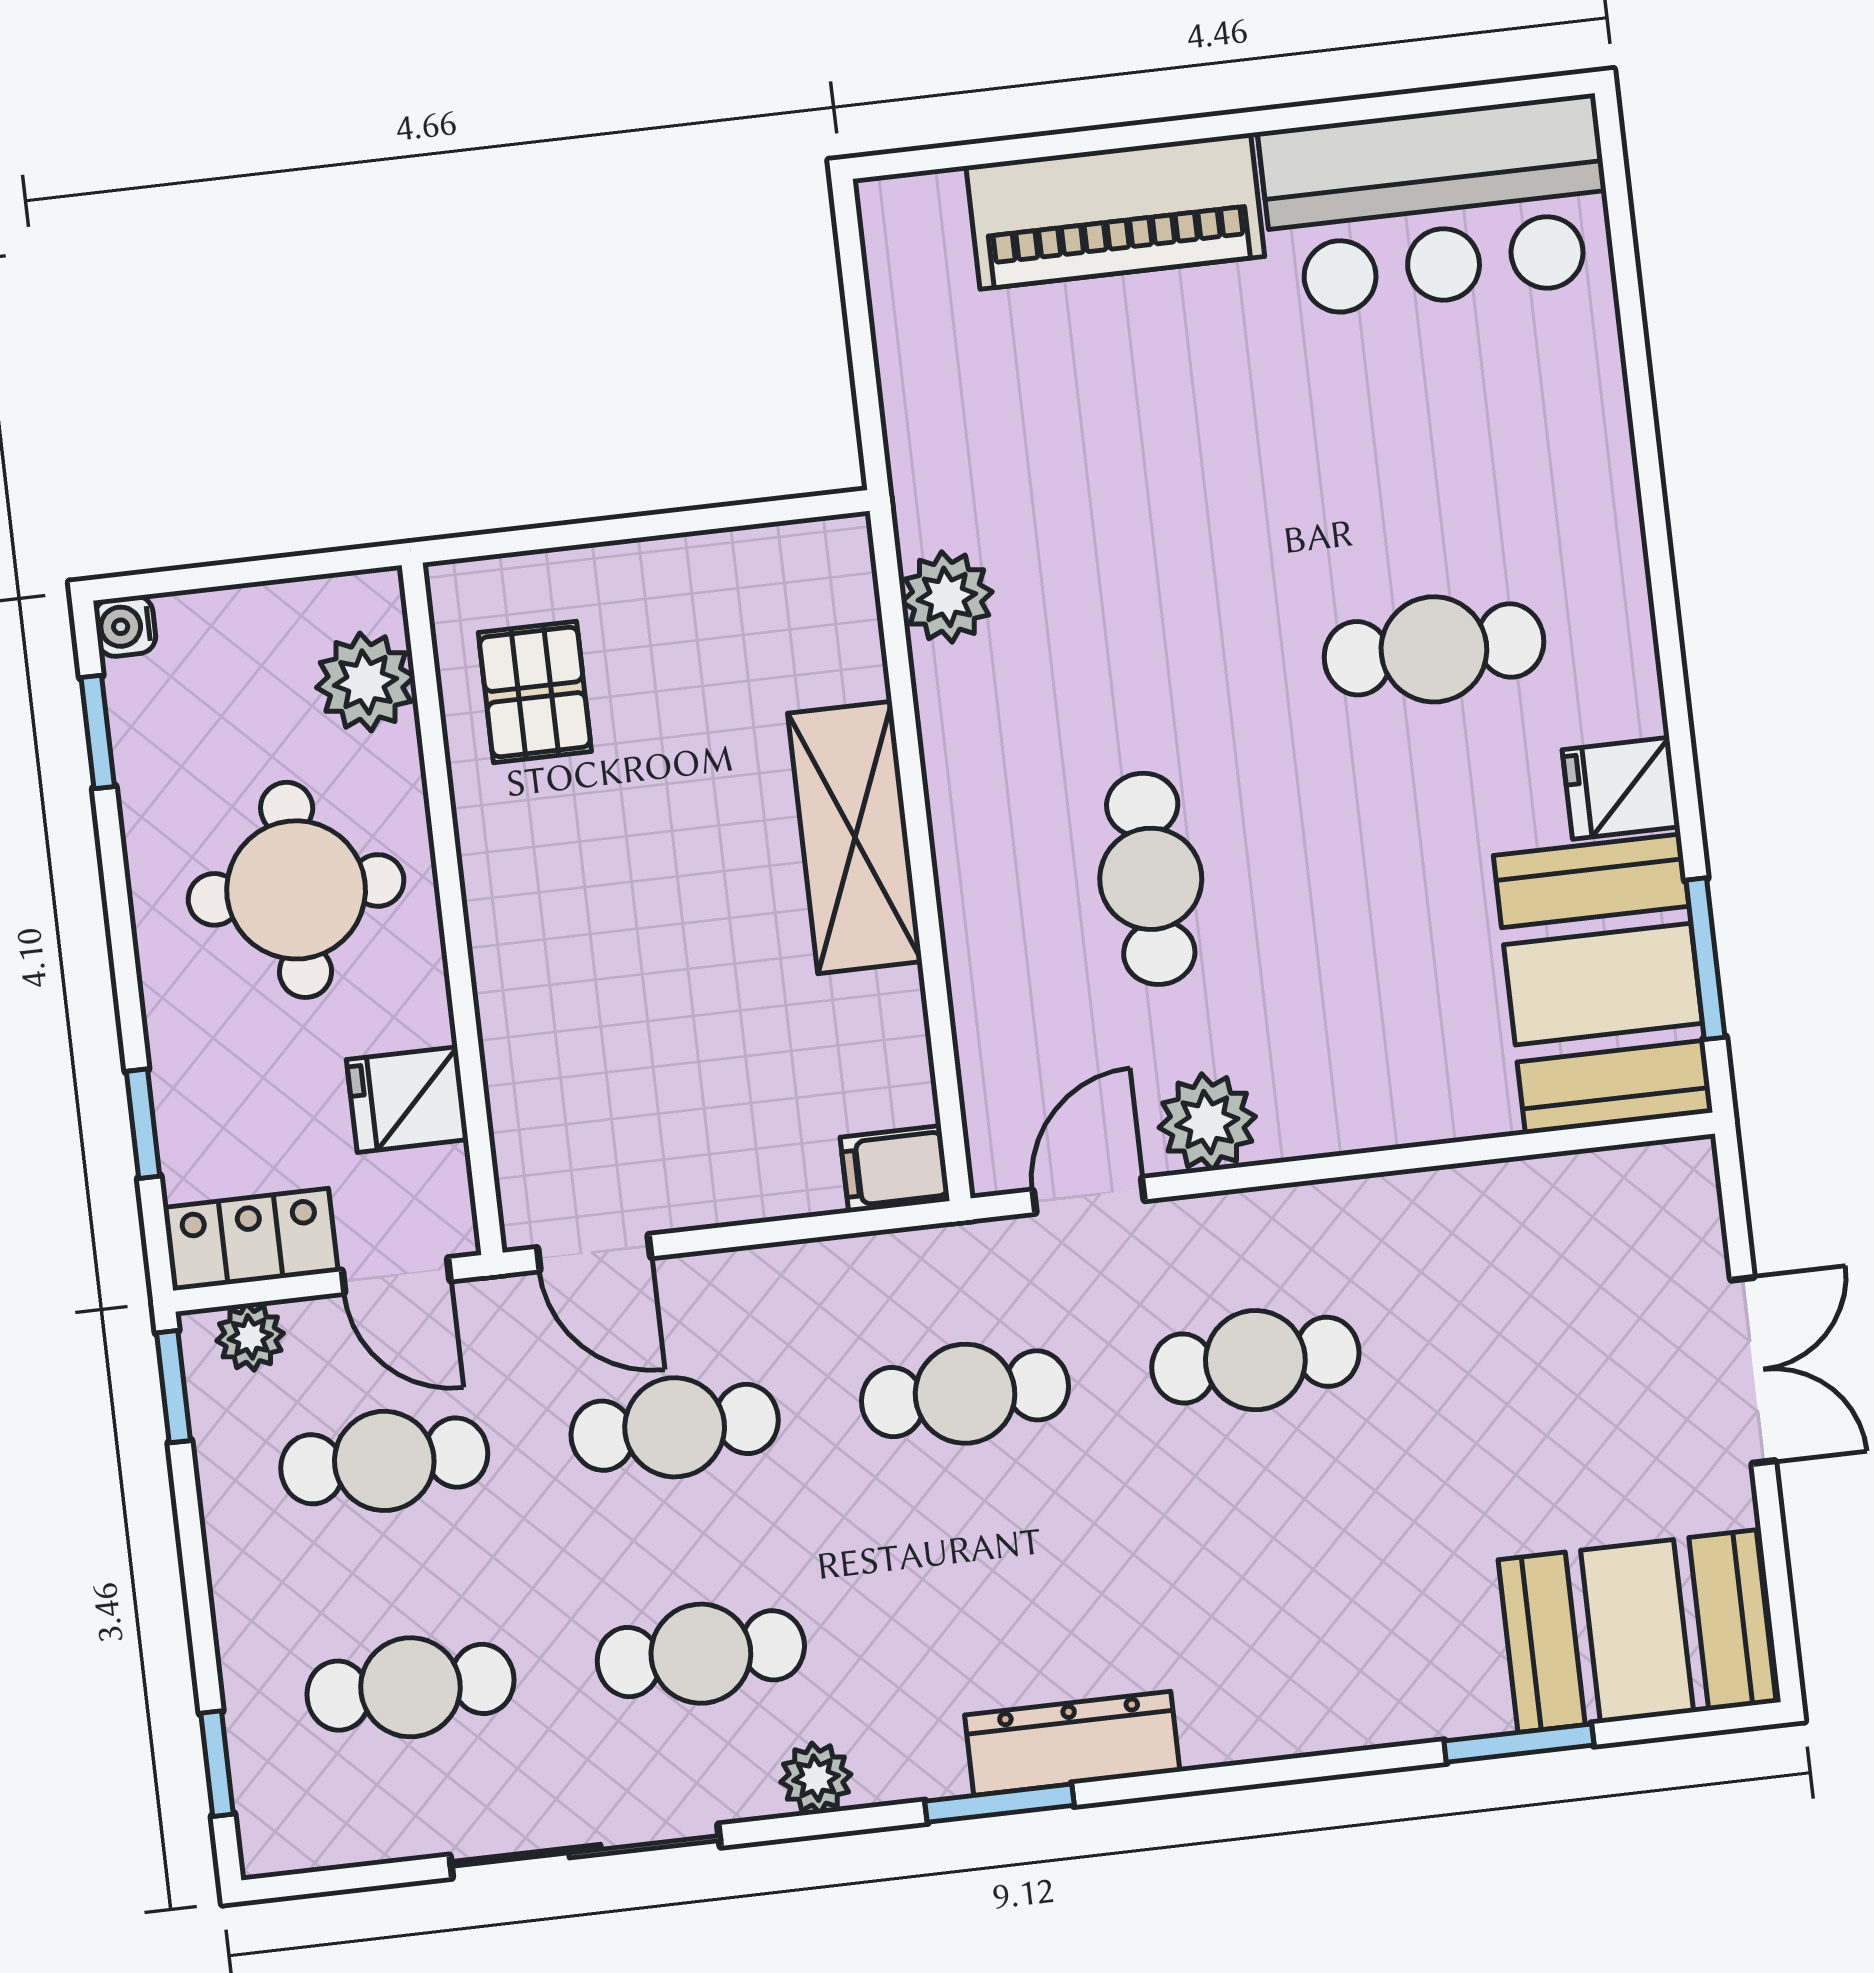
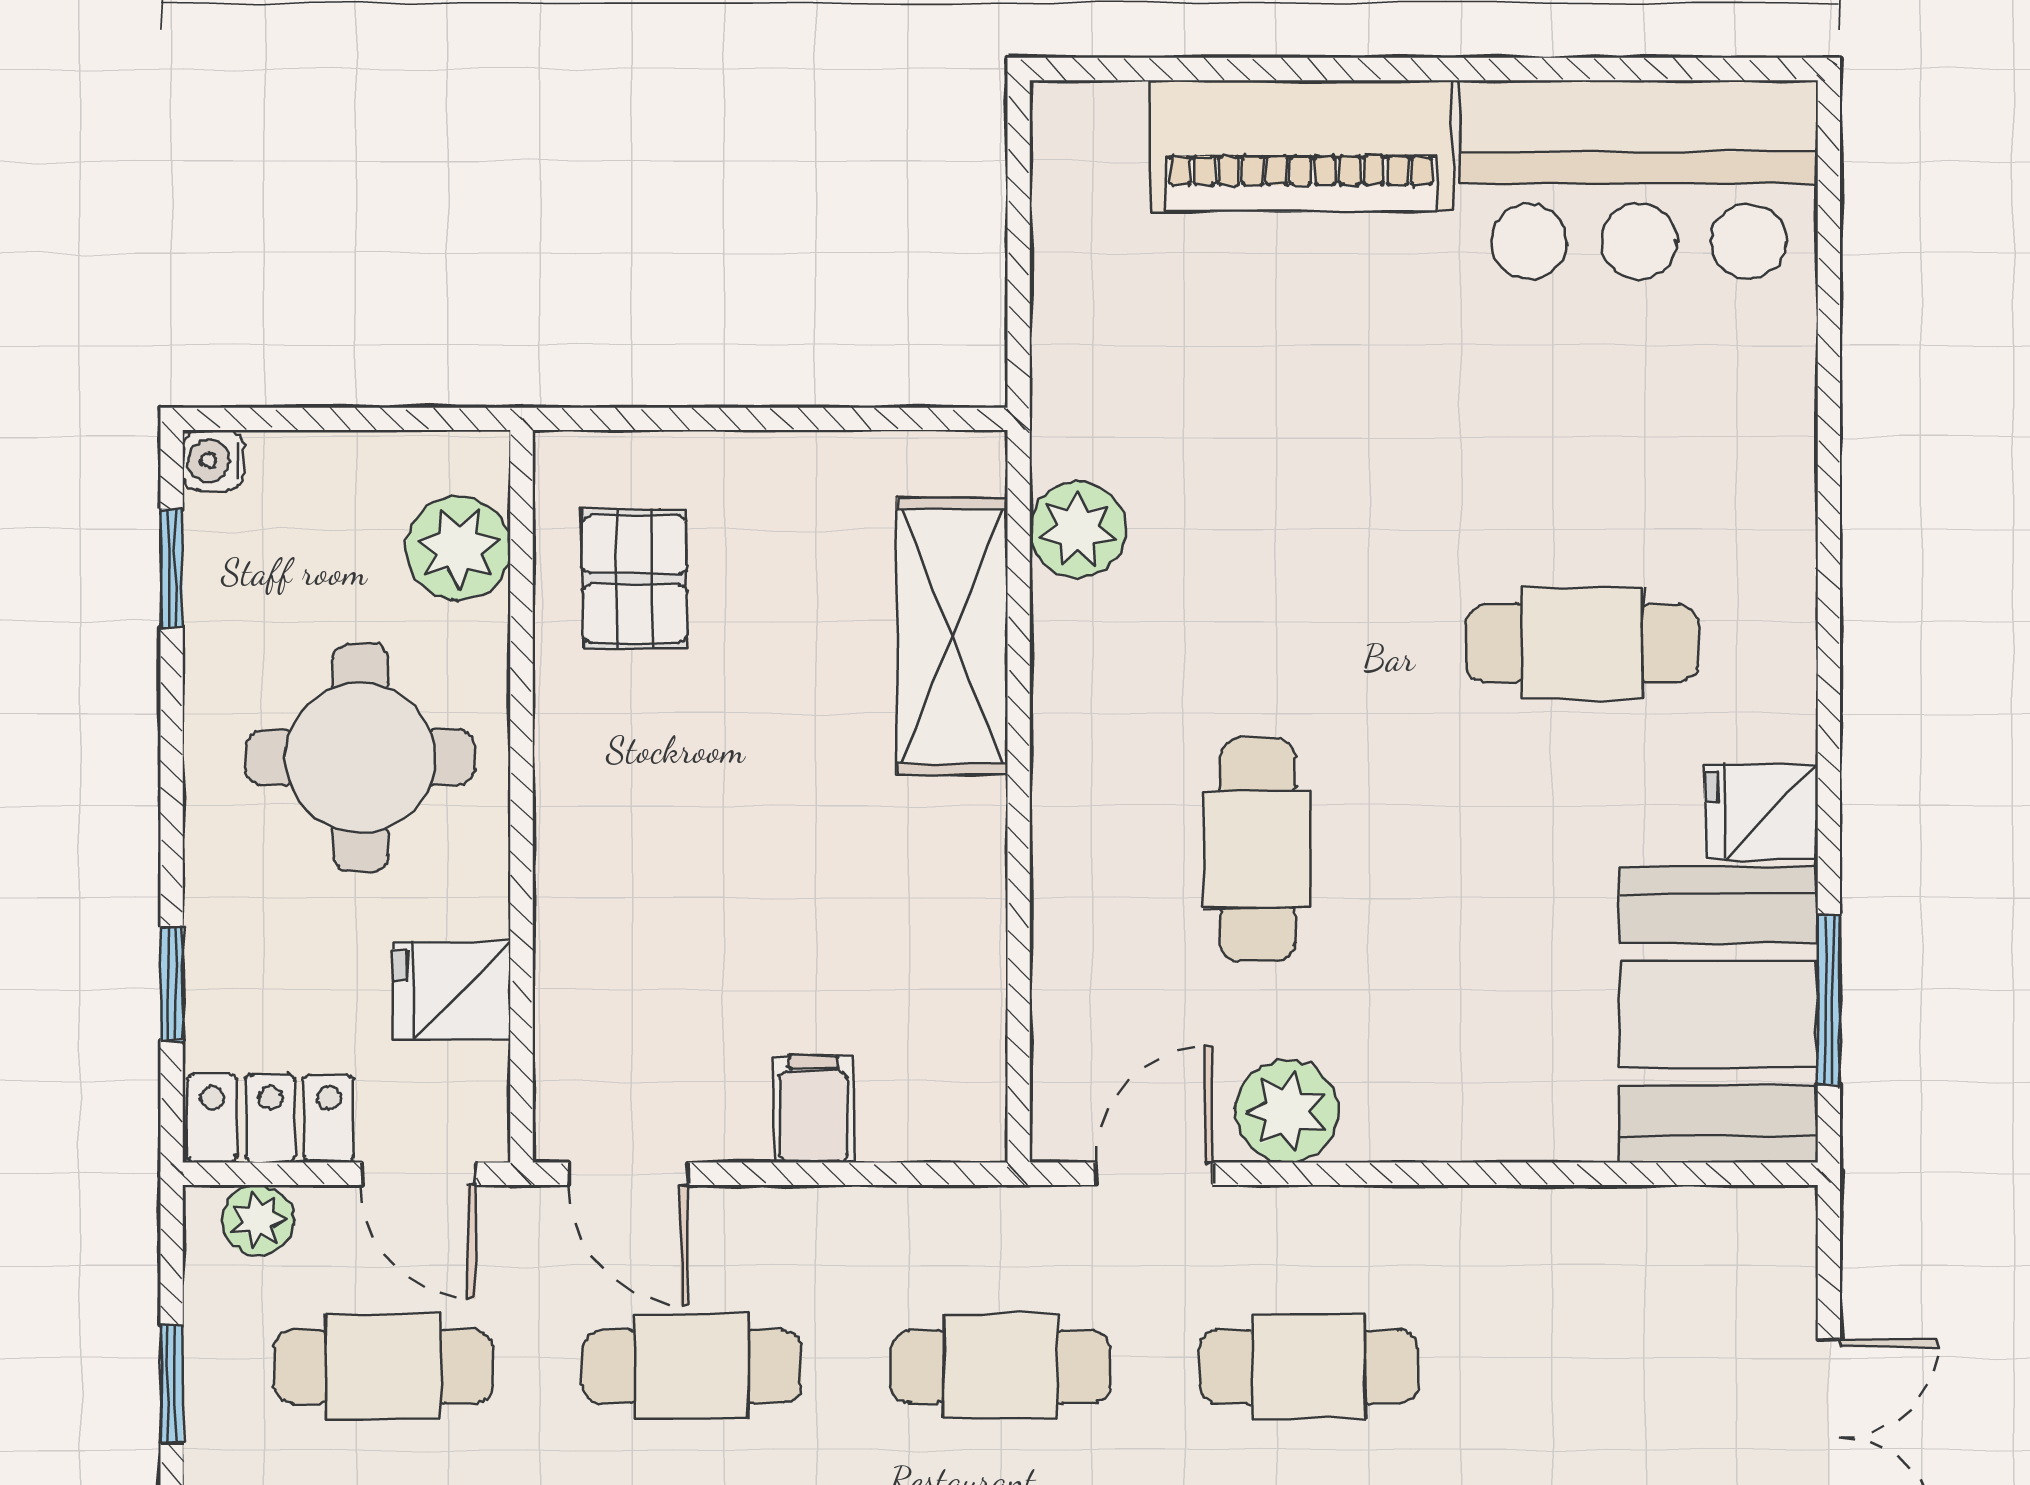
shelving: (855, 837) -> (952, 636), moved
filing cabinet: (895, 1169) -> (813, 1109), moved, turned 90
window: (173, 1387) -> (172, 1384), moved

